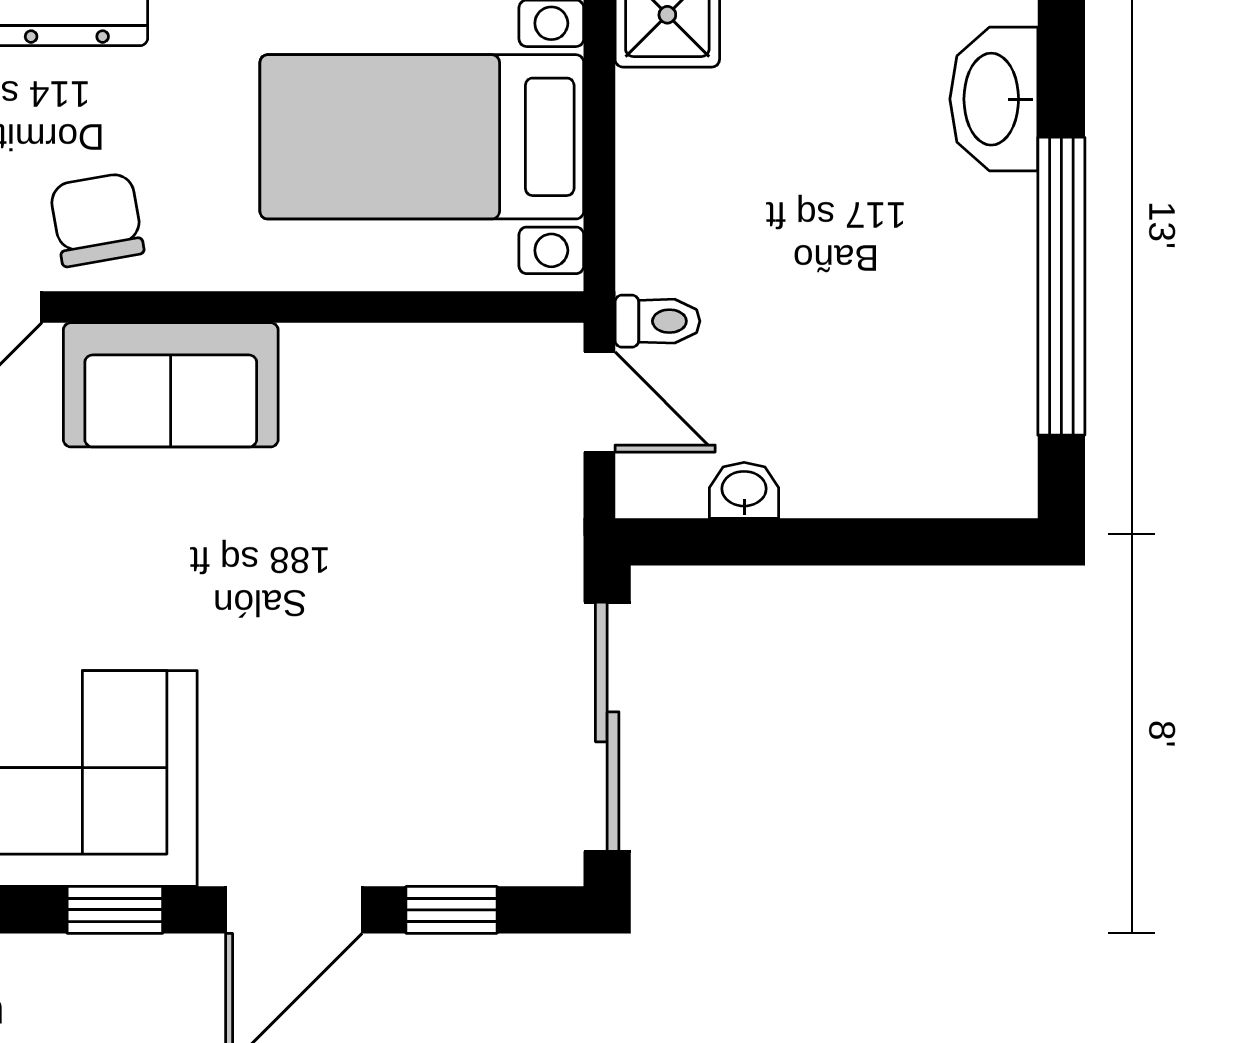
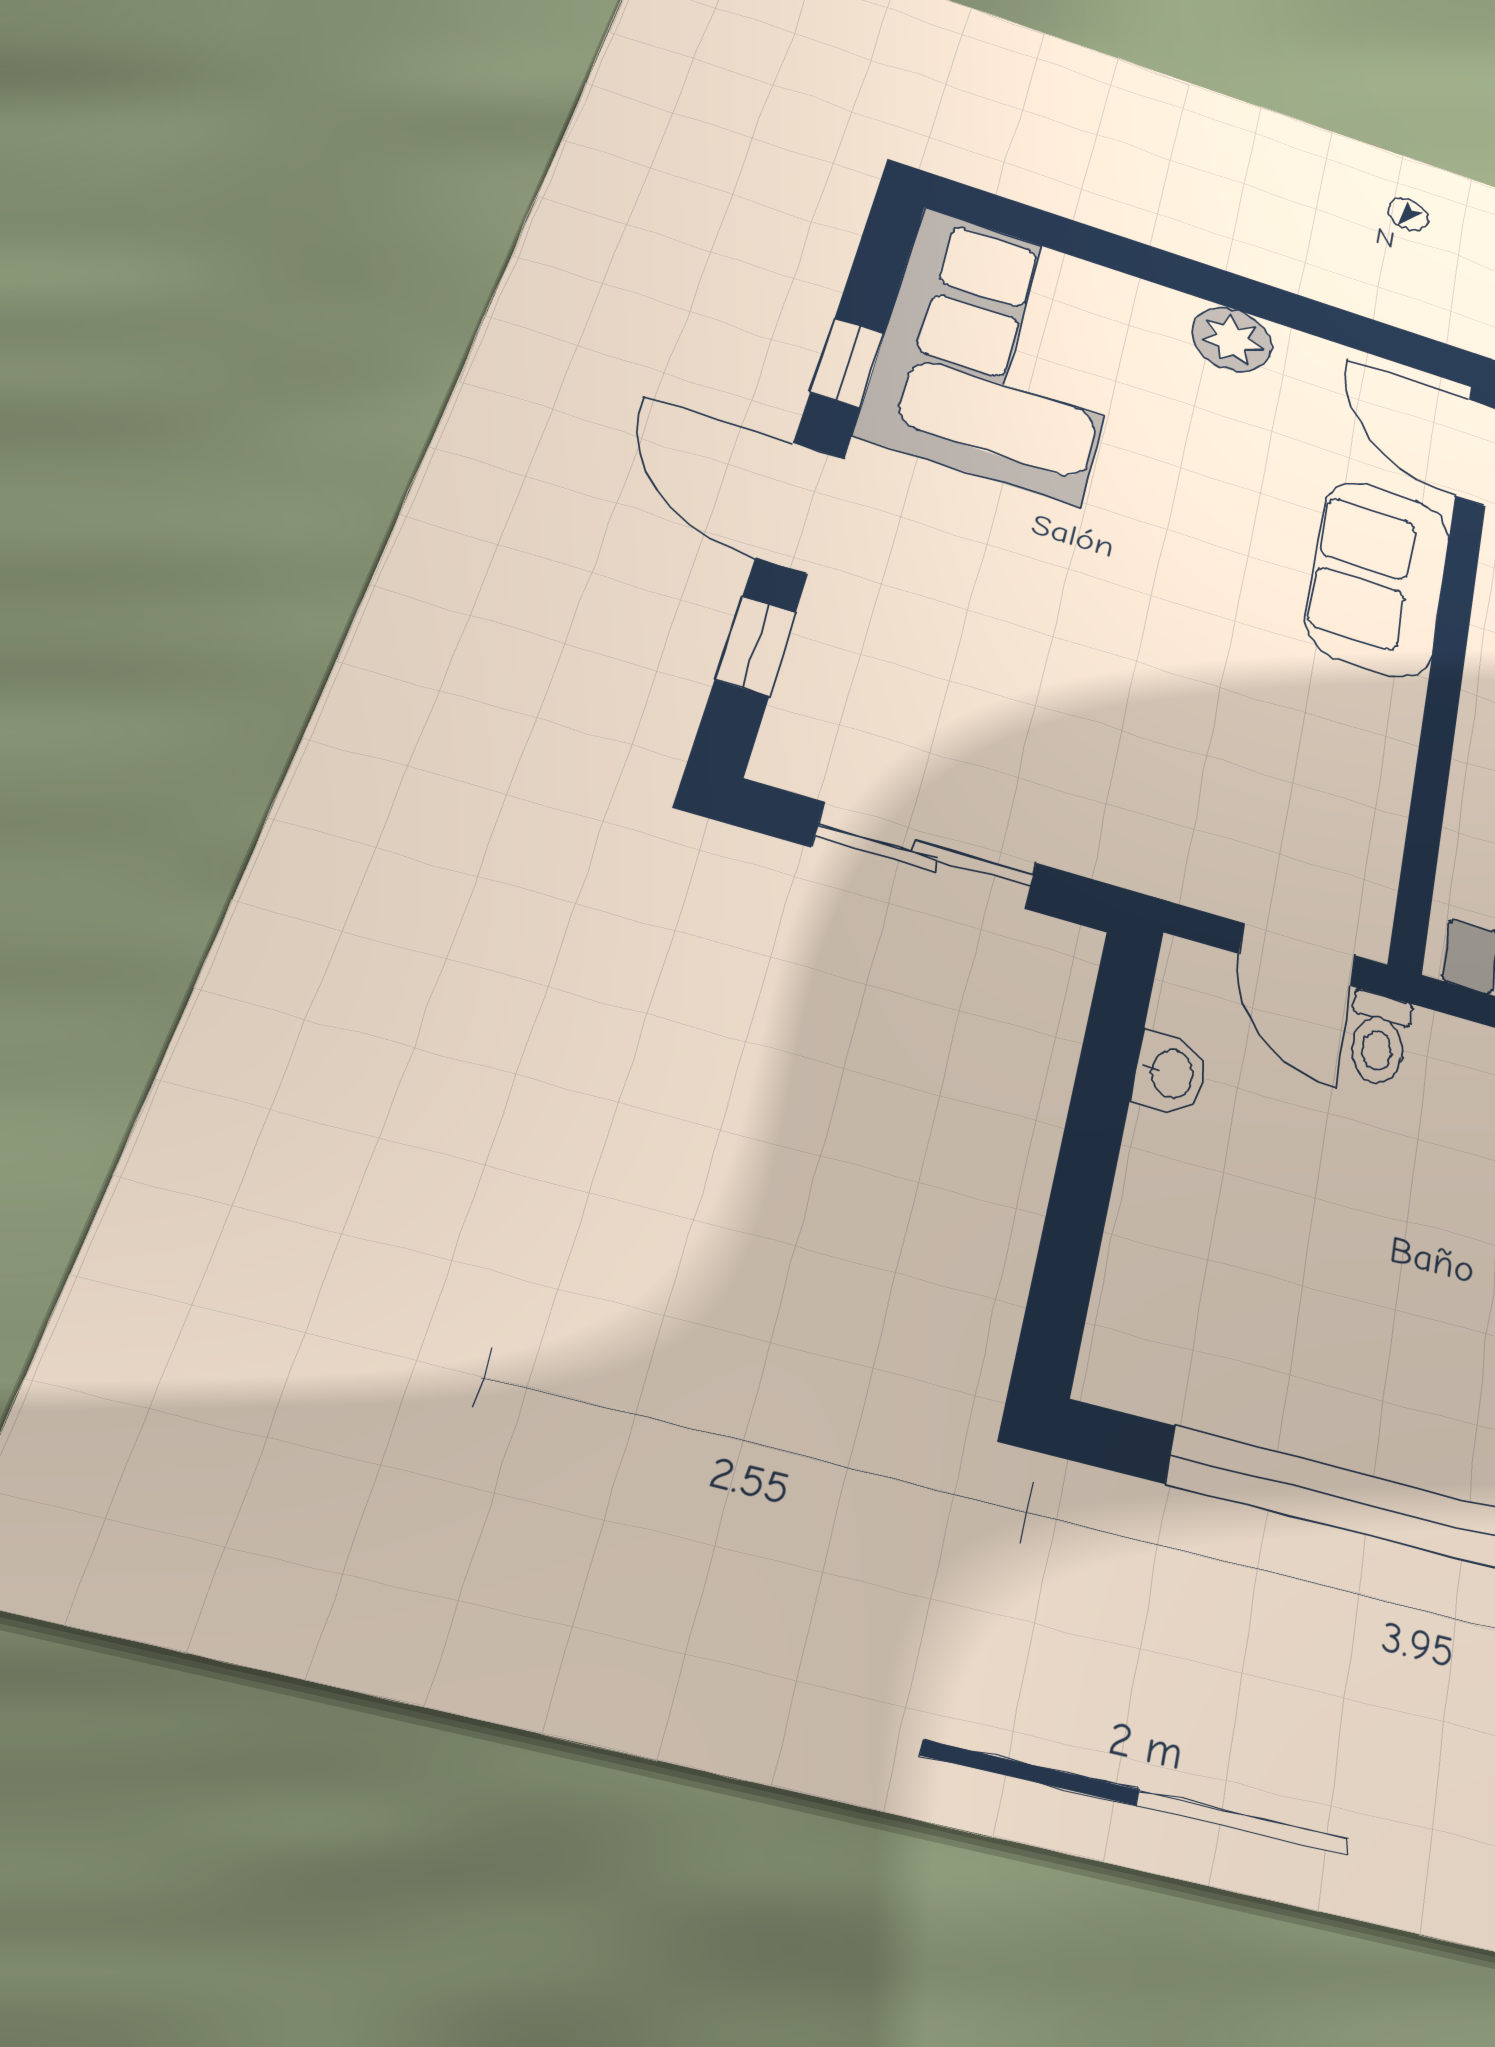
door: (599, 402) -> (1297, 955), hinge flipped
sliding door: (607, 727) -> (925, 855), width x0.73

